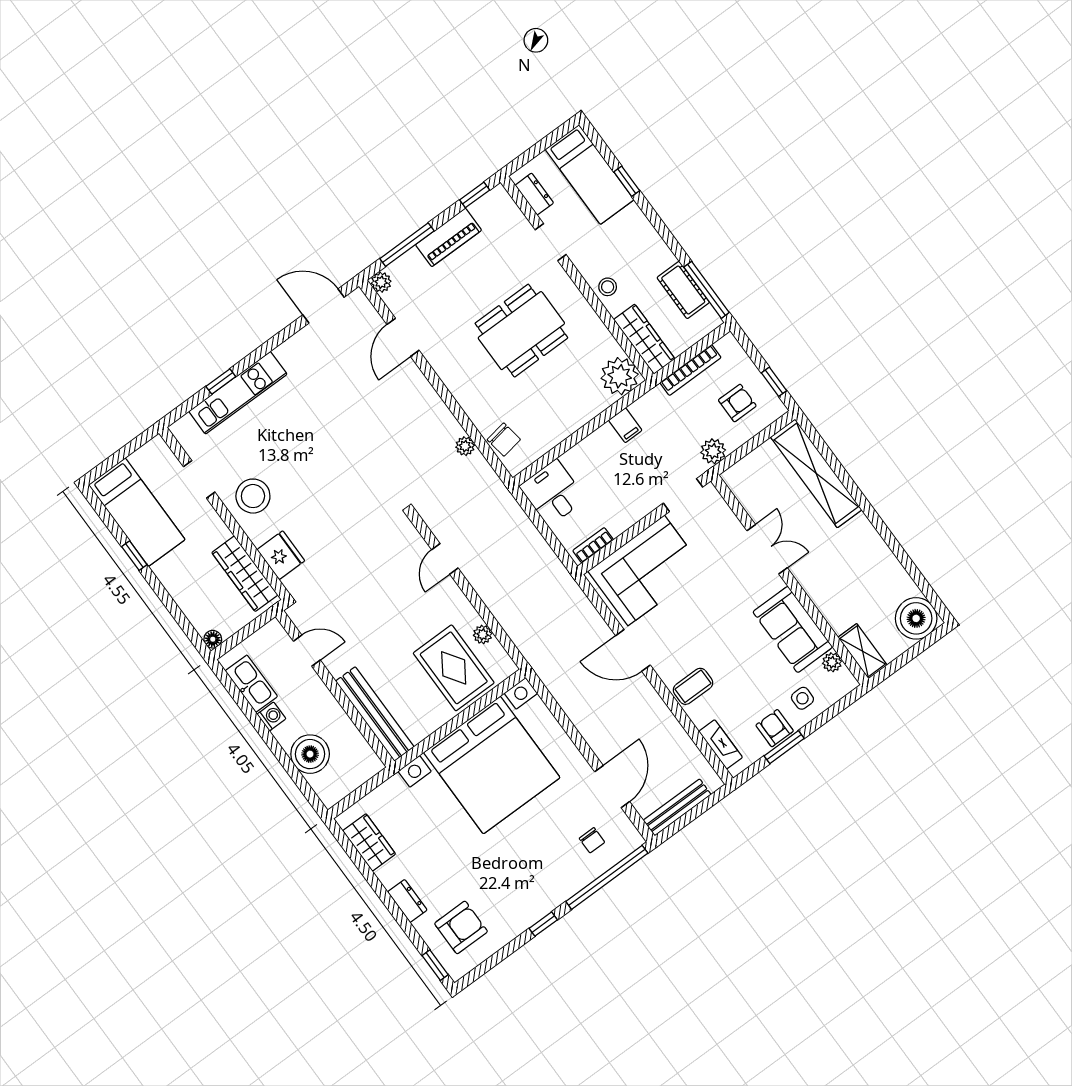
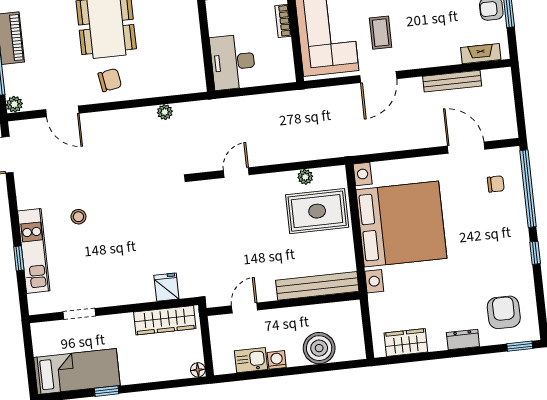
chair: (504, 440) -> (110, 80), moved
desk: (553, 493) -> (233, 62), width x1.37
stool: (253, 496) -> (78, 217), moved, width x0.53, depth x0.53
bookcase: (593, 545) -> (283, 21), moved
fridge: (281, 555) -> (166, 287), width x0.72
door: (445, 559) -> (236, 173), swing flipped
kitchen sink: (251, 684) -> (251, 360), width x0.73
coffee table: (693, 686) -> (381, 33), moved
bench: (677, 807) -> (452, 81), moved, turned 90

